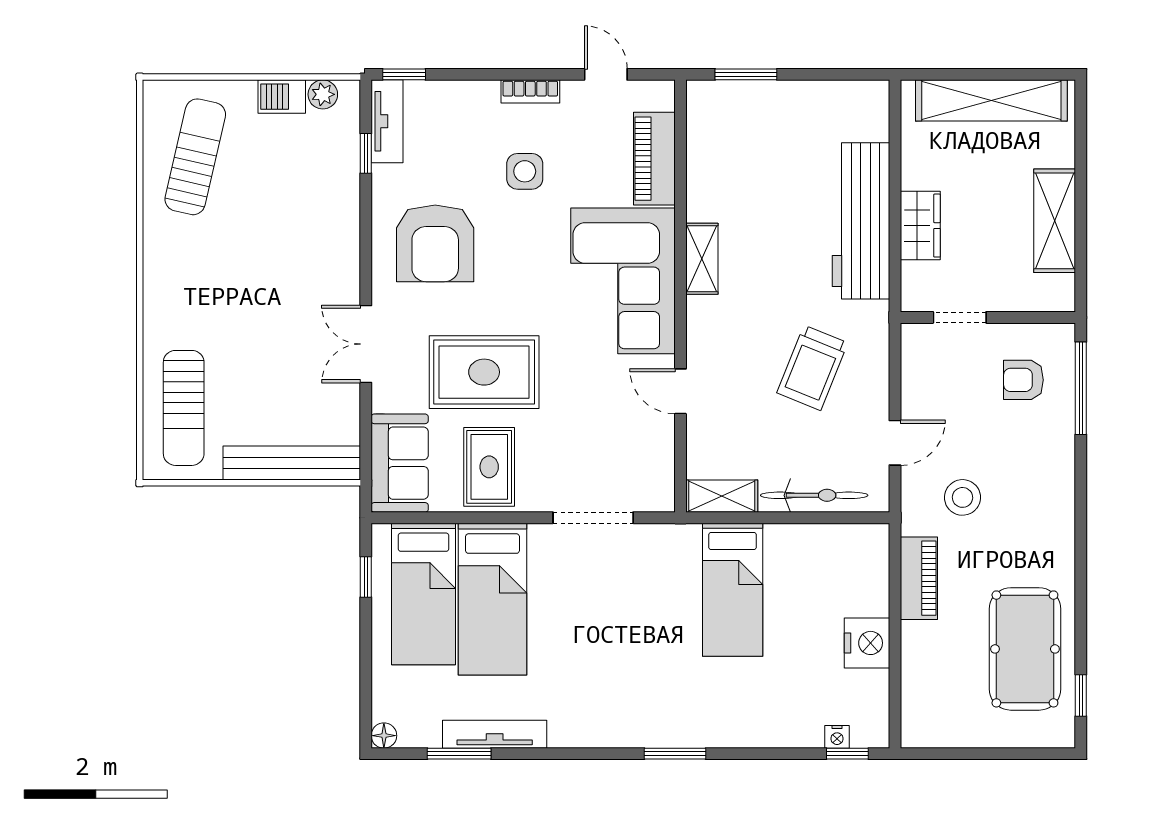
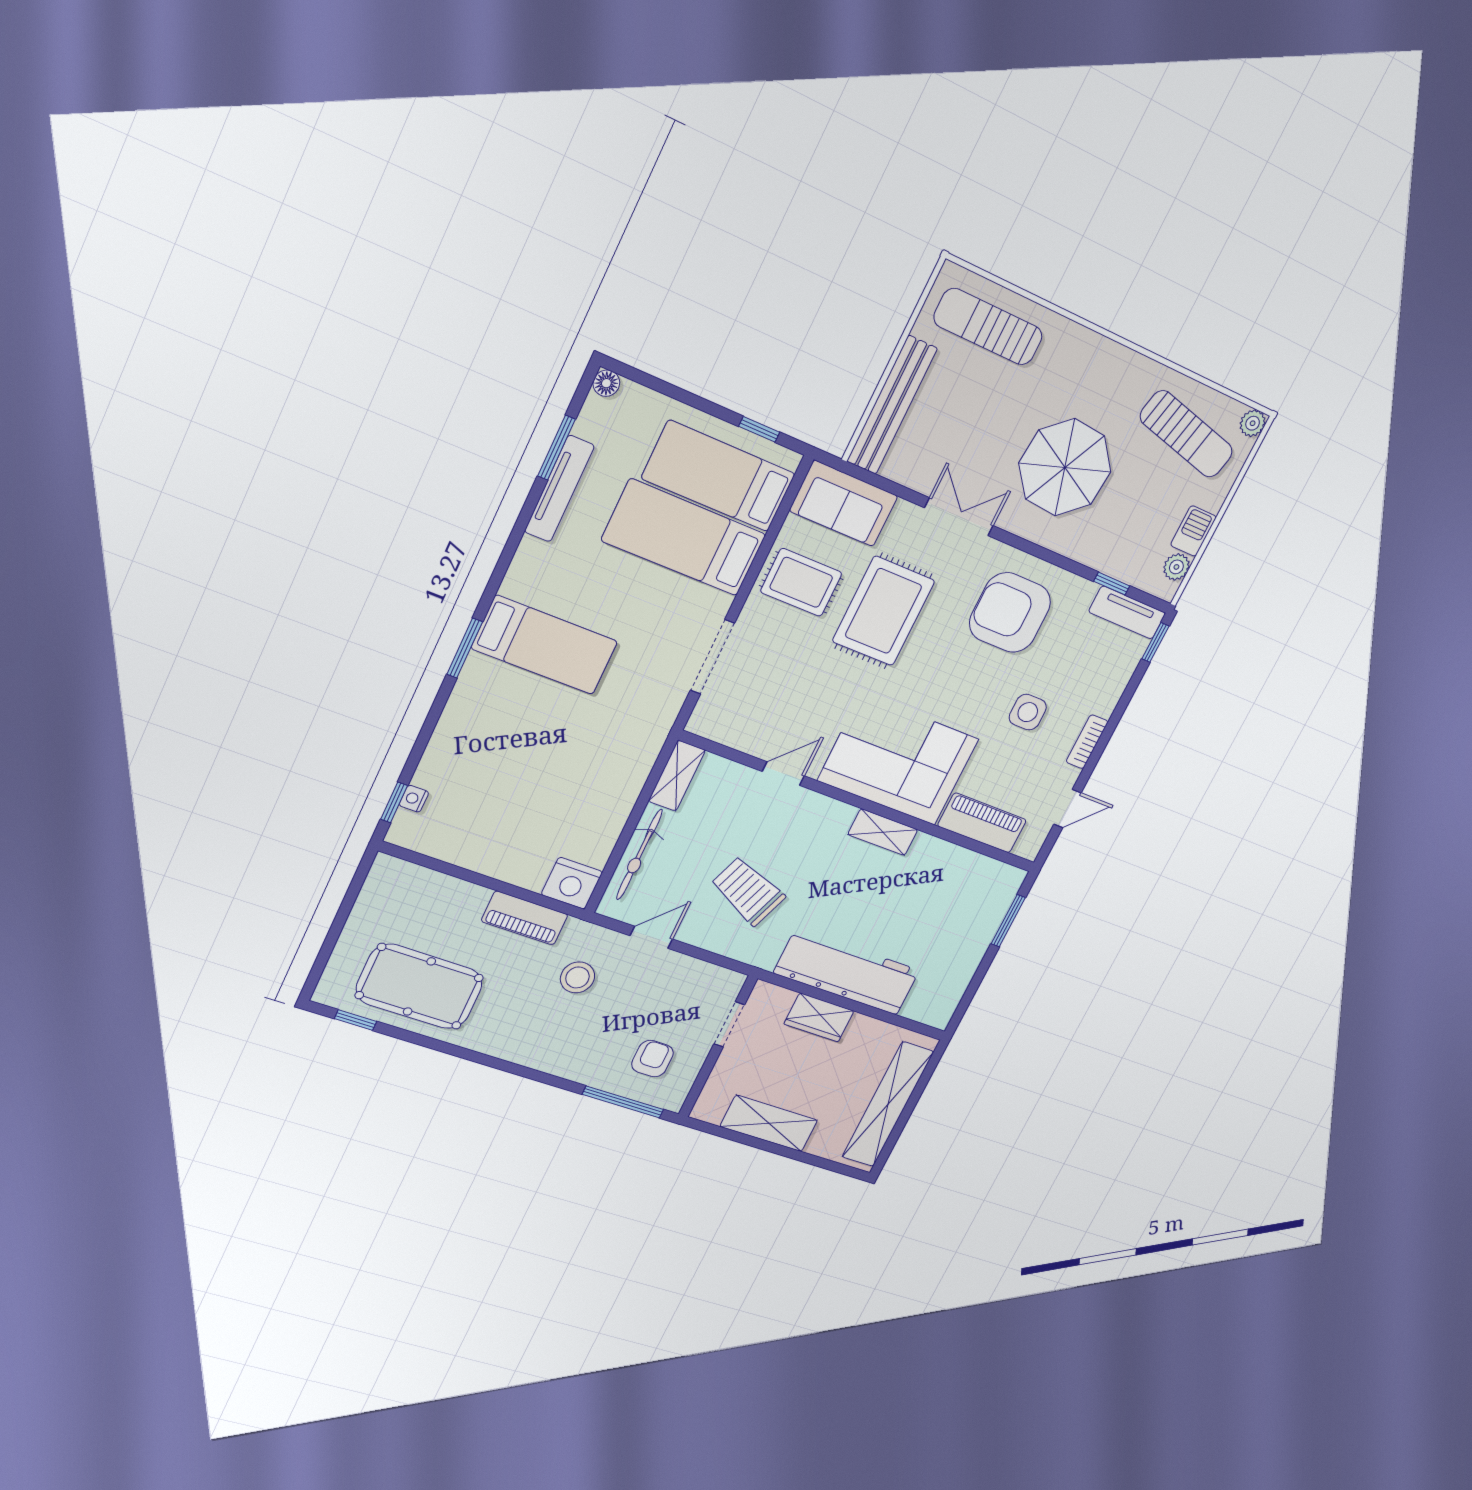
plant: (157, 94) -> (1253, 423), added
parasol: (277, 263) -> (1065, 467), added
door: (895, 443) -> (651, 937), swing flipped
bed: (733, 590) -> (545, 645), moved, turned 180
nightstand: (867, 643) -> (572, 883), moved

